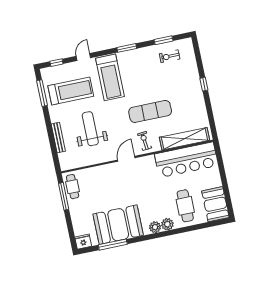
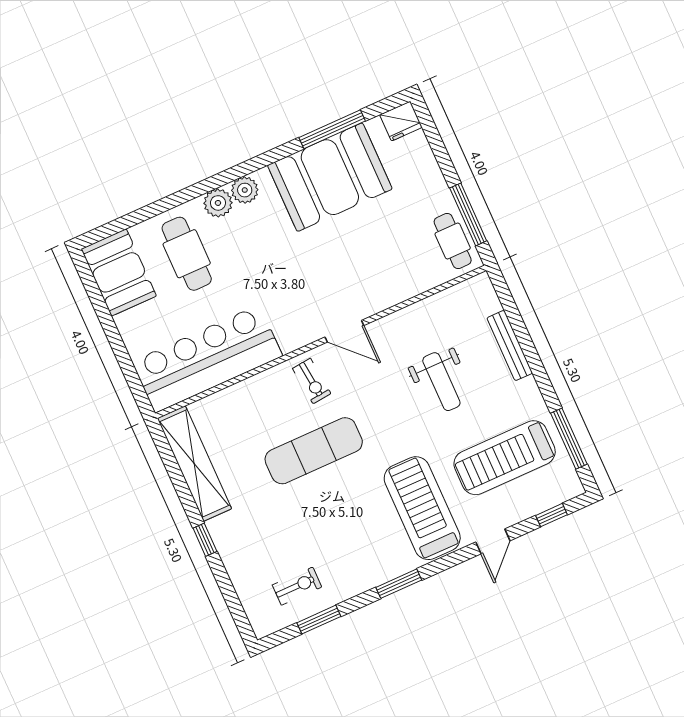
weight bench: (90, 129) -> (441, 382), width x0.73, depth x0.75
shelving: (185, 139) -> (194, 463), moved, turned 90
door: (126, 159) -> (344, 331), hinge flipped

